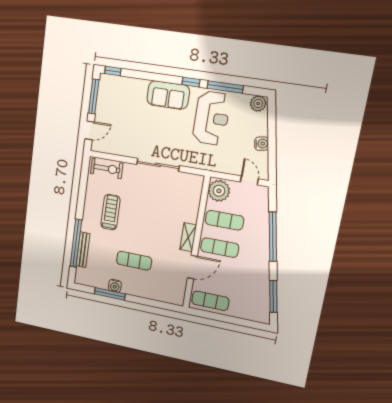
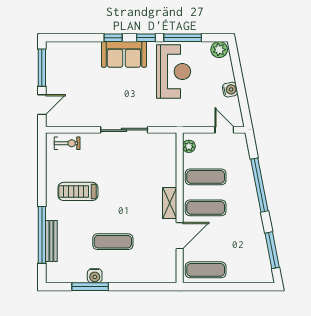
window: (113, 71) -> (113, 38), moved
exercise bike: (107, 168) -> (67, 143), width x0.73, depth x0.72
plant: (219, 191) -> (189, 146), width x0.53, depth x0.53
treadmill: (110, 212) -> (78, 191), turned -90

